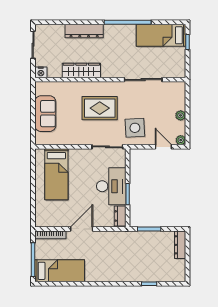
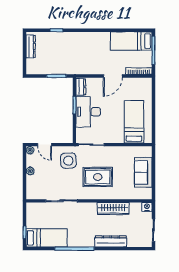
dresser: (180, 245) -> (31, 46), moved

